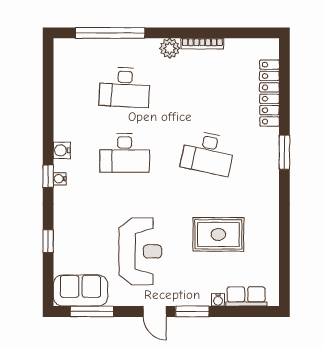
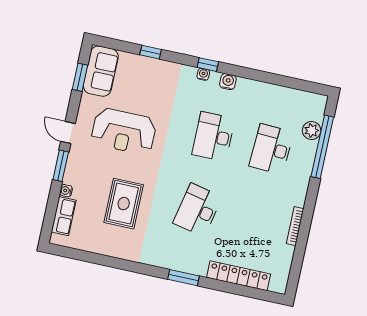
plant: (170, 48) -> (312, 131), moved
window: (92, 311) -> (80, 77), width x0.69
door: (155, 311) -> (68, 132), hinge flipped

